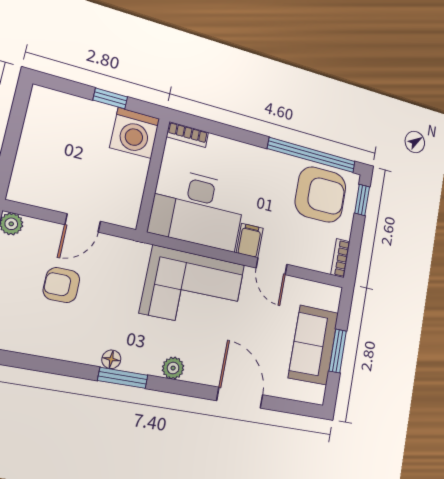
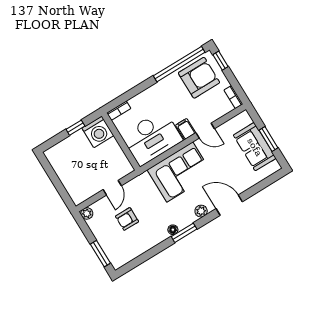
door: (240, 398) -> (229, 205), moved

